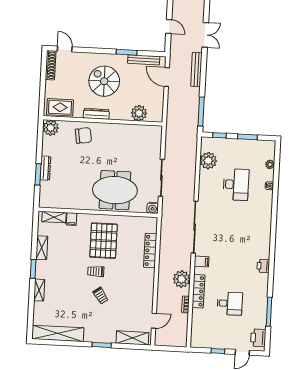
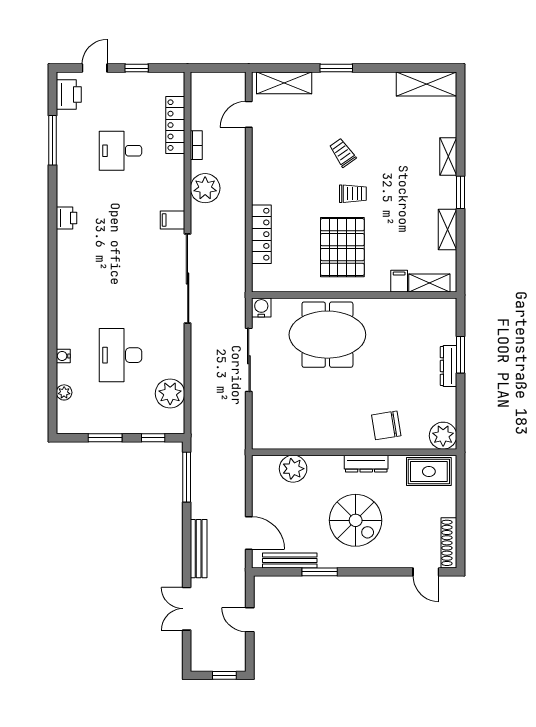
locker: (198, 291) -> (175, 125), moved
shelving: (58, 333) -> (427, 84), width x0.68

